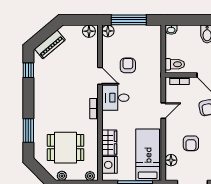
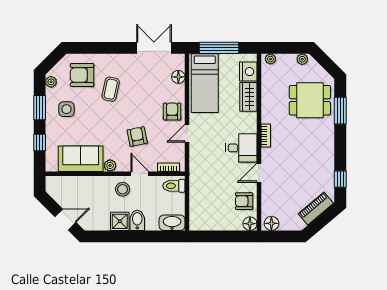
window: (129, 20) -> (226, 236), removed
washbasin: (171, 30) -> (172, 223), width x1.91, depth x1.45
armchair: (128, 65) -> (244, 201), moved, turned 90
door: (100, 76) -> (259, 173), hinge flipped
armchair: (191, 143) -> (172, 111), moved
dining table: (66, 148) -> (310, 100), moved

